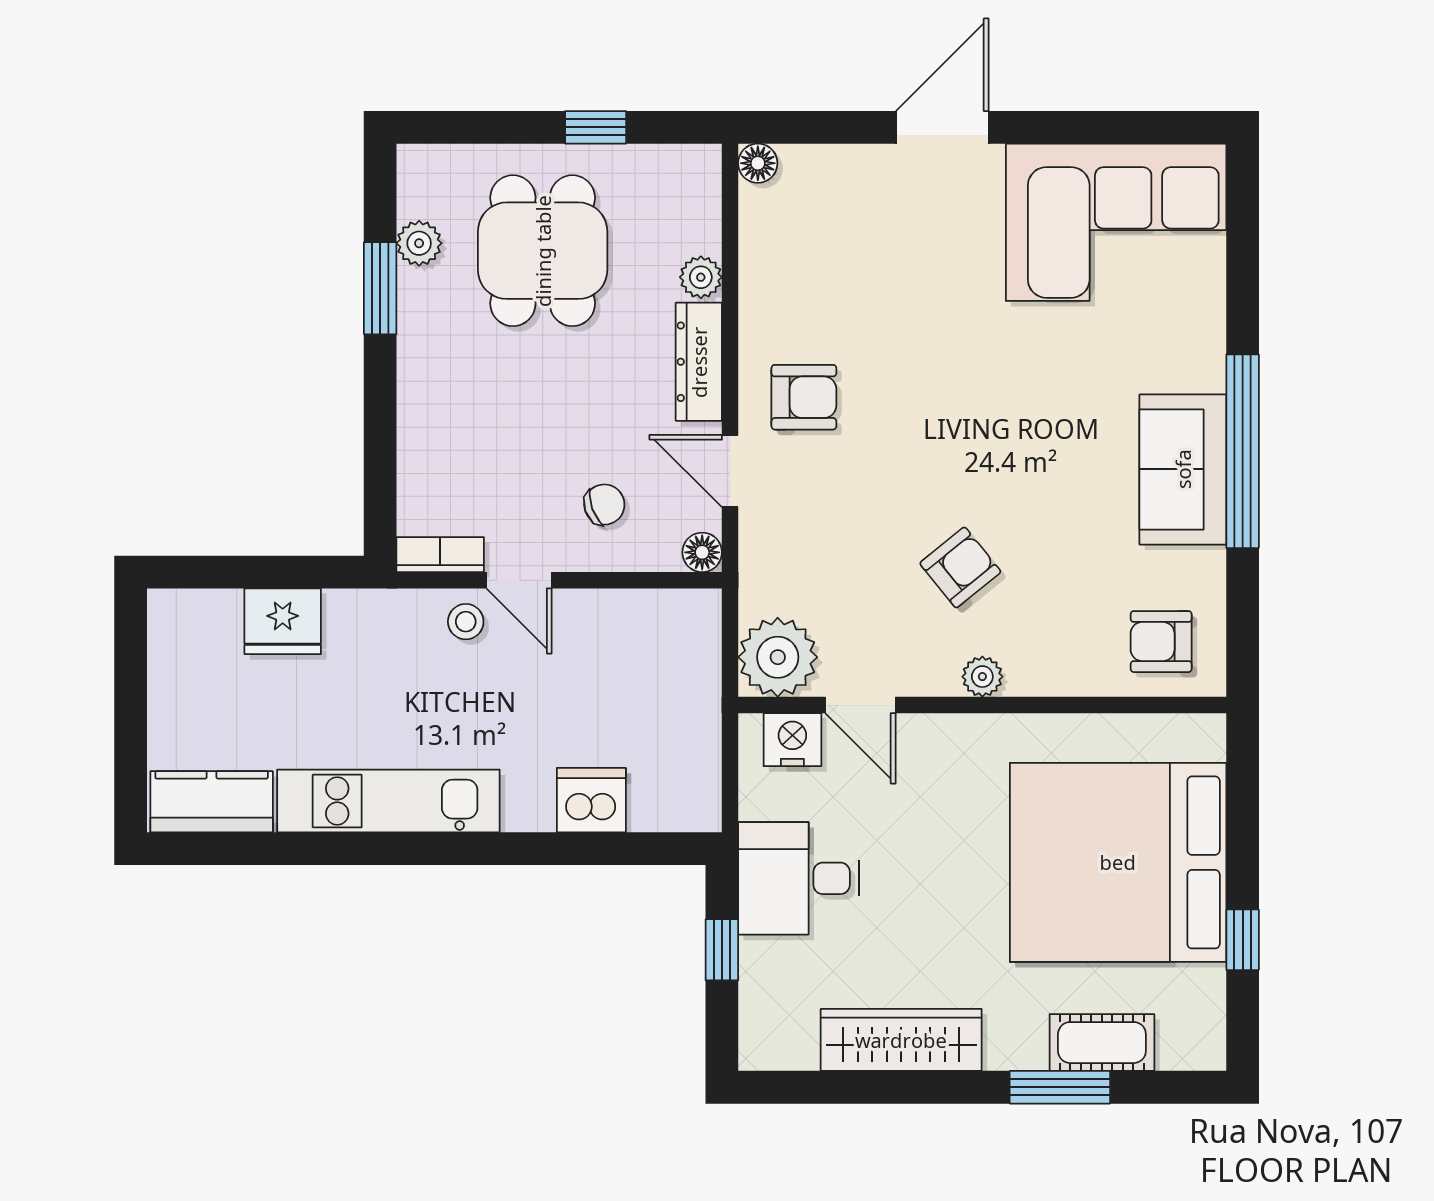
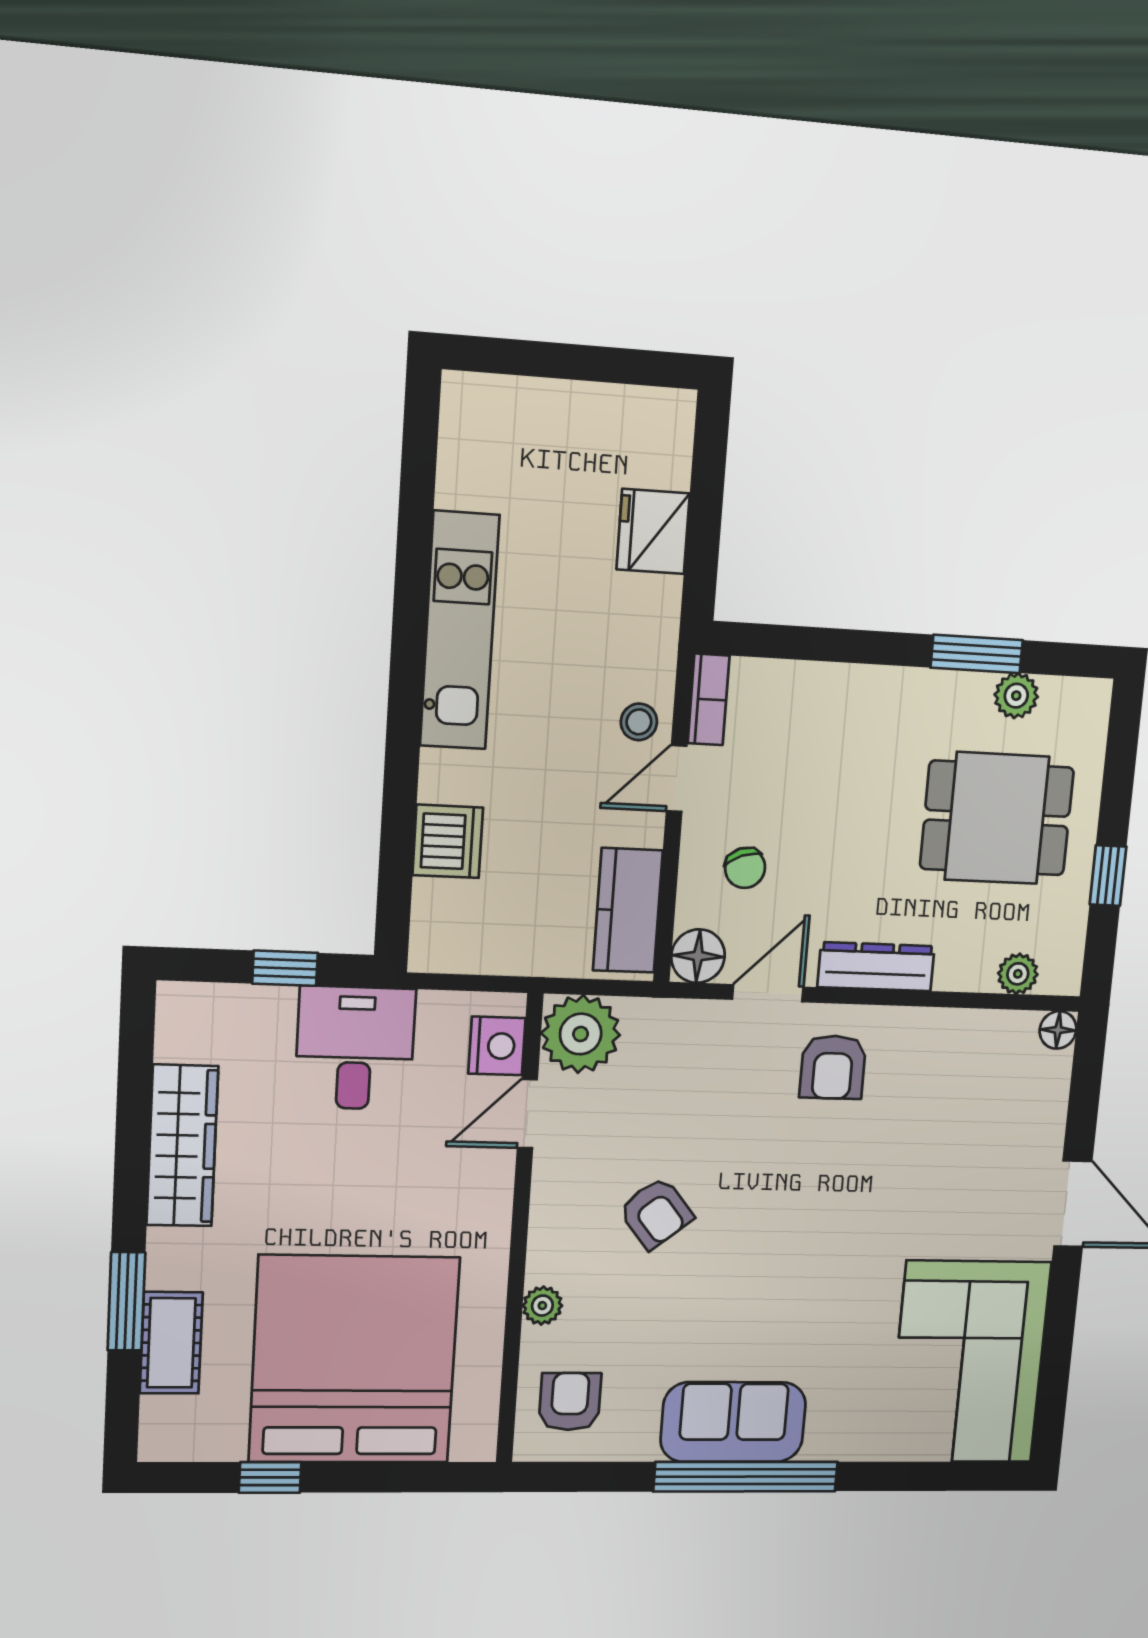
plant: (701, 277) -> (1018, 974), moved
floor lamp: (702, 552) -> (698, 956), width x1.37, depth x1.37
plant: (982, 677) -> (542, 1306), moved
kitchen counter: (212, 802) -> (628, 910), moved, turned 180

